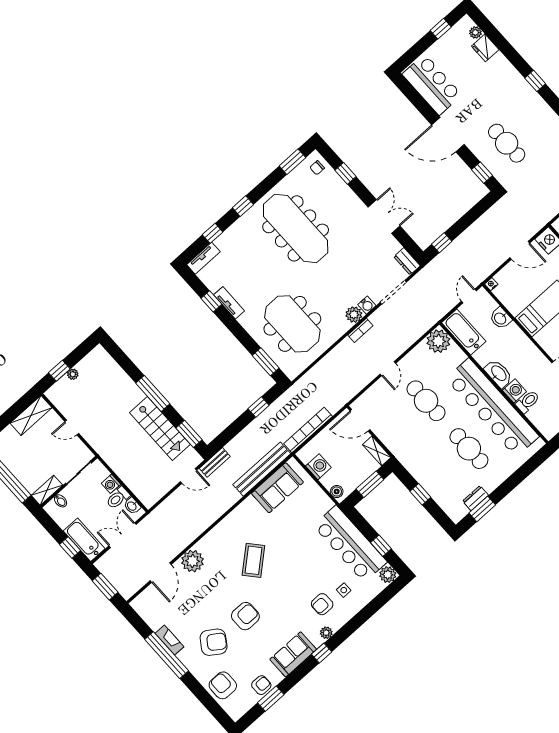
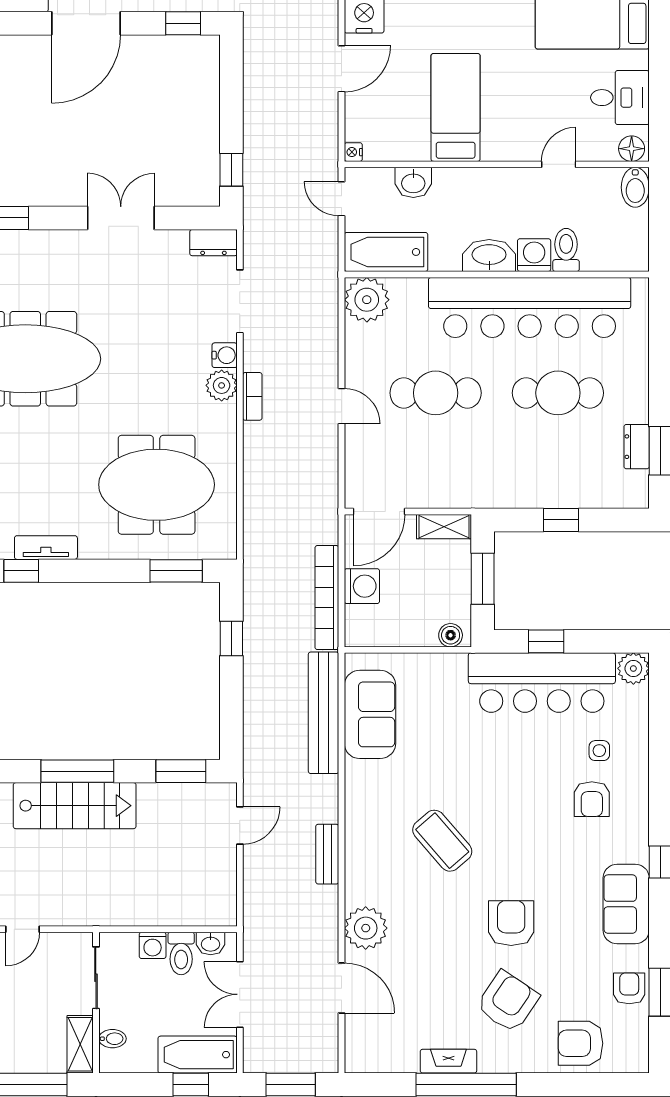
stairs: (160, 429) -> (75, 806), moved
bench: (215, 462) -> (327, 854), moved
washing machine: (318, 467) -> (362, 586), moved, turned 90
window: (381, 546) -> (546, 641), moved
plant: (326, 633) -> (637, 830), removed

